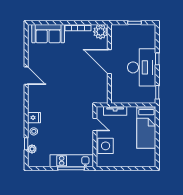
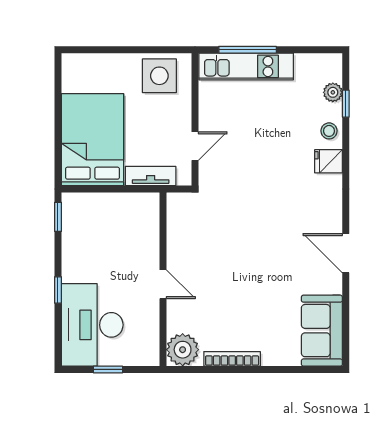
sofa: (48, 34) -> (322, 331), moved, turned -90
door: (109, 62) -> (163, 284), width x0.53
desk: (142, 67) -> (92, 325), moved
door: (95, 124) -> (195, 146), swing flipped
bed: (146, 127) -> (92, 140), width x1.50
side table: (106, 146) -> (159, 76), moved

